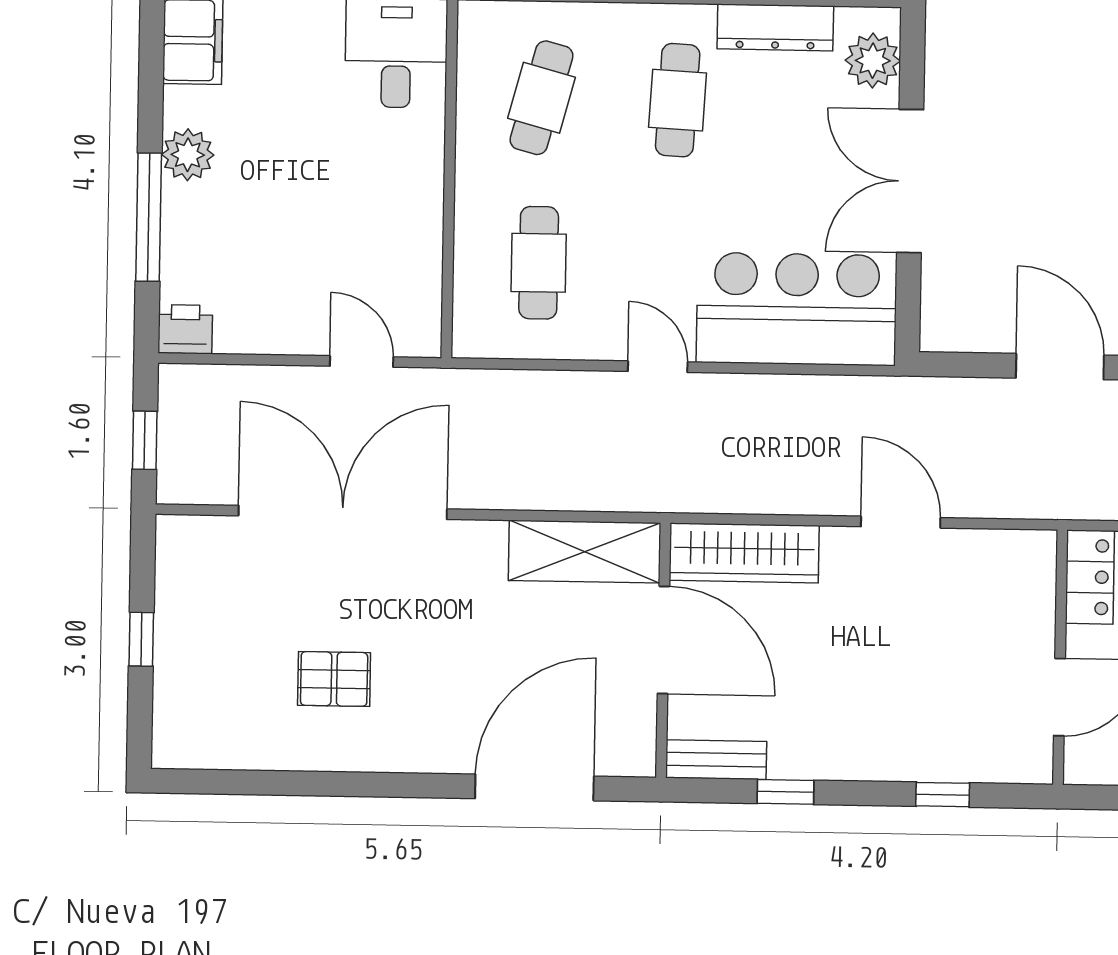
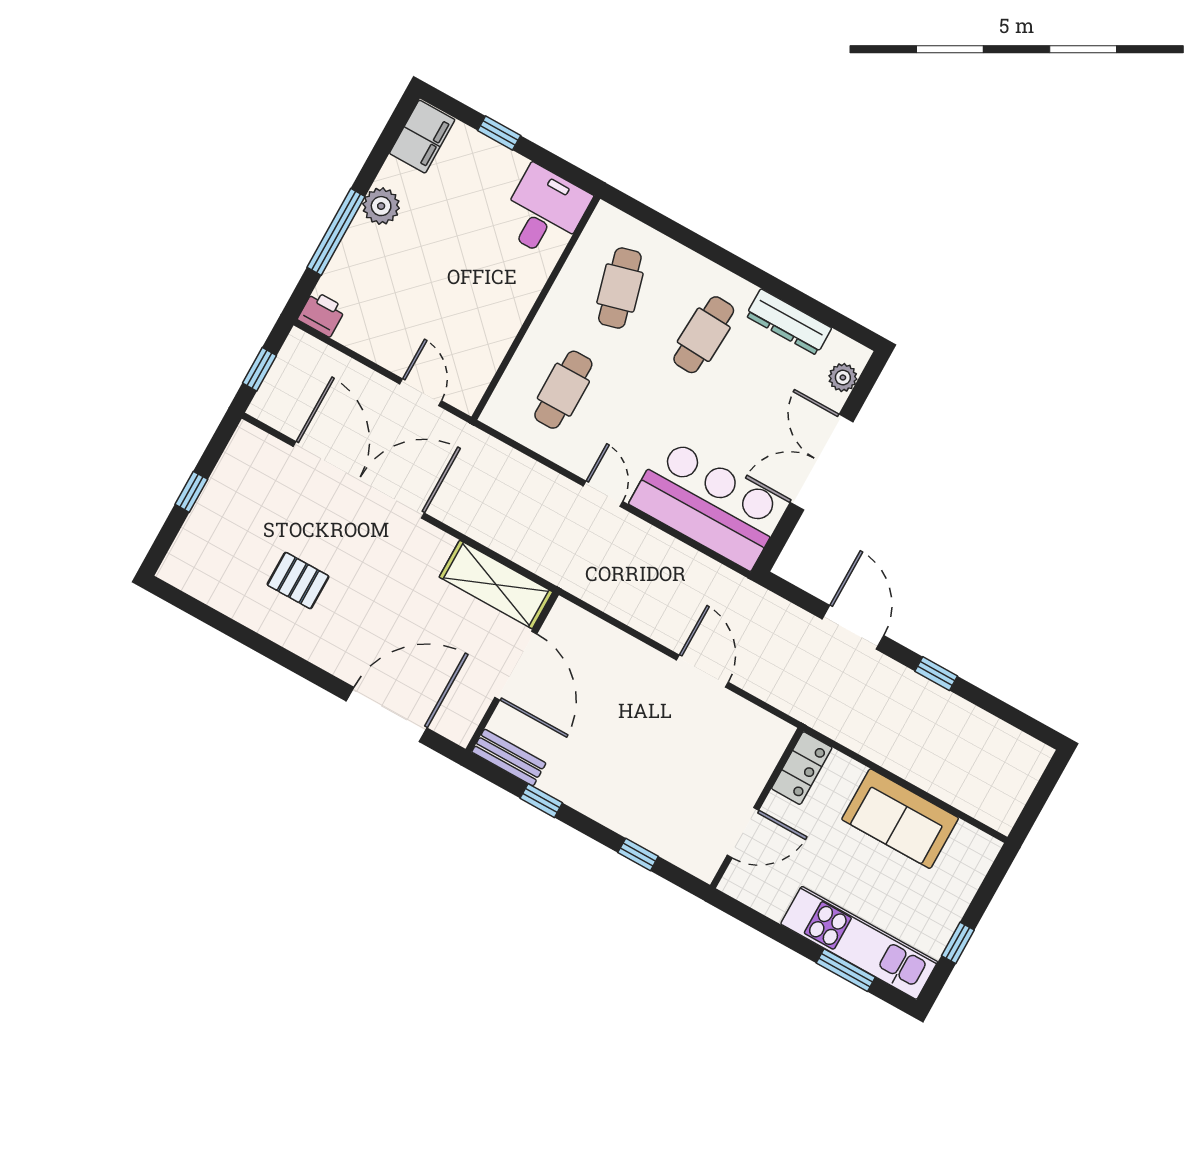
plant: (873, 61) -> (843, 377), width x0.73, depth x0.73
cafe table: (541, 98) -> (620, 288), turned -30
wardrobe: (744, 553) -> (595, 638), removed

